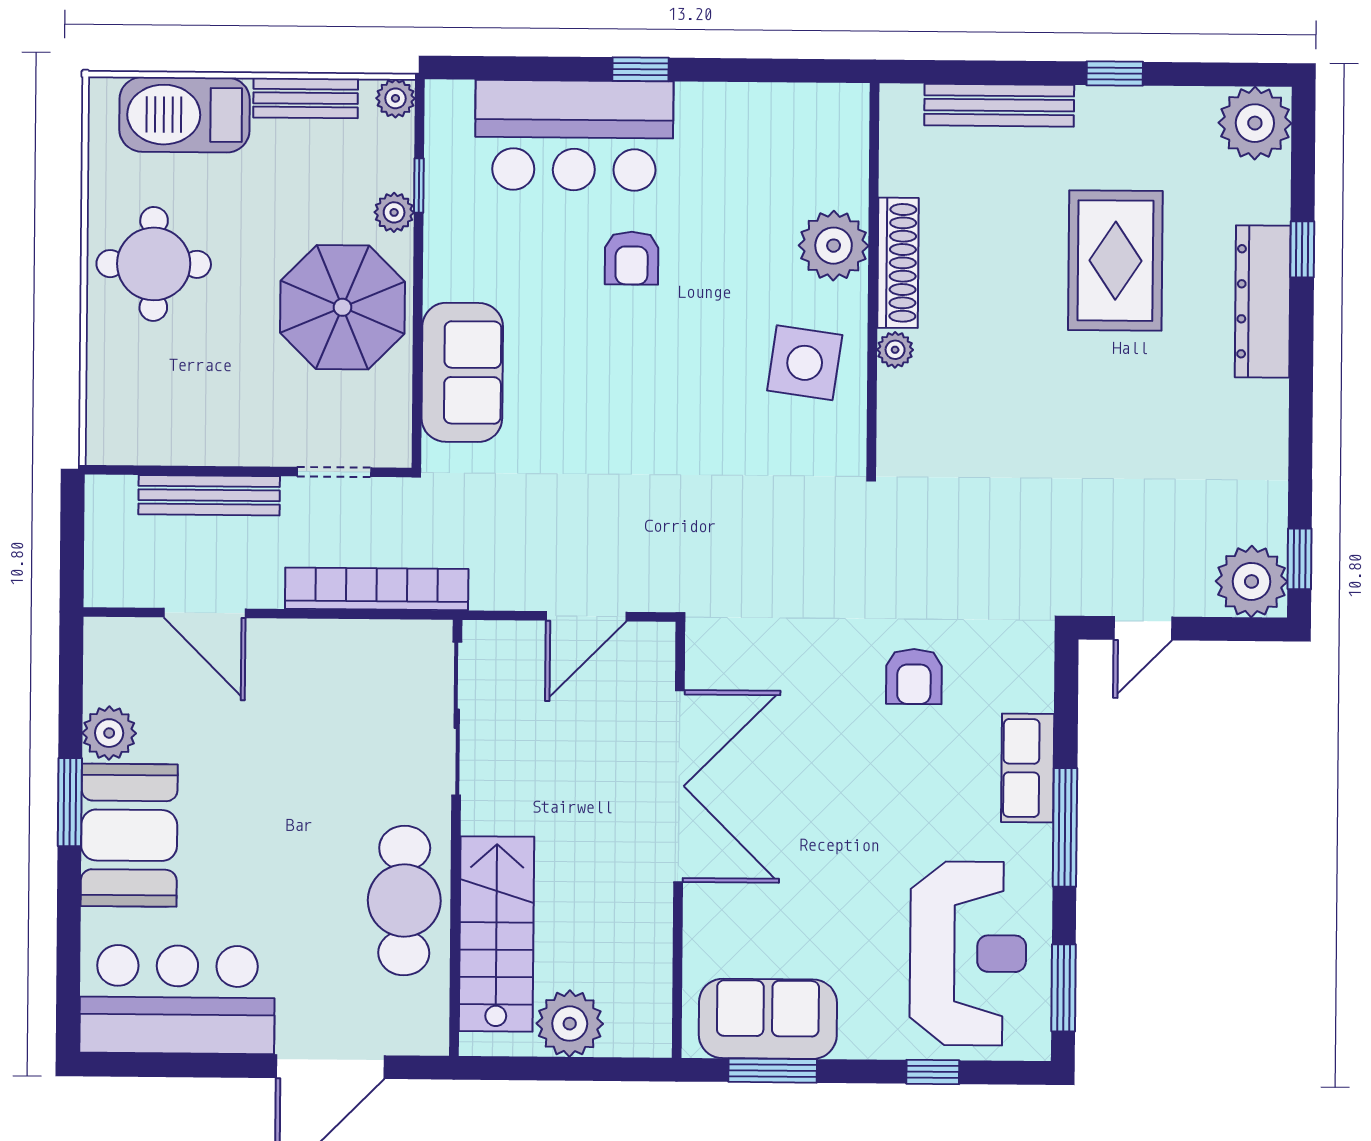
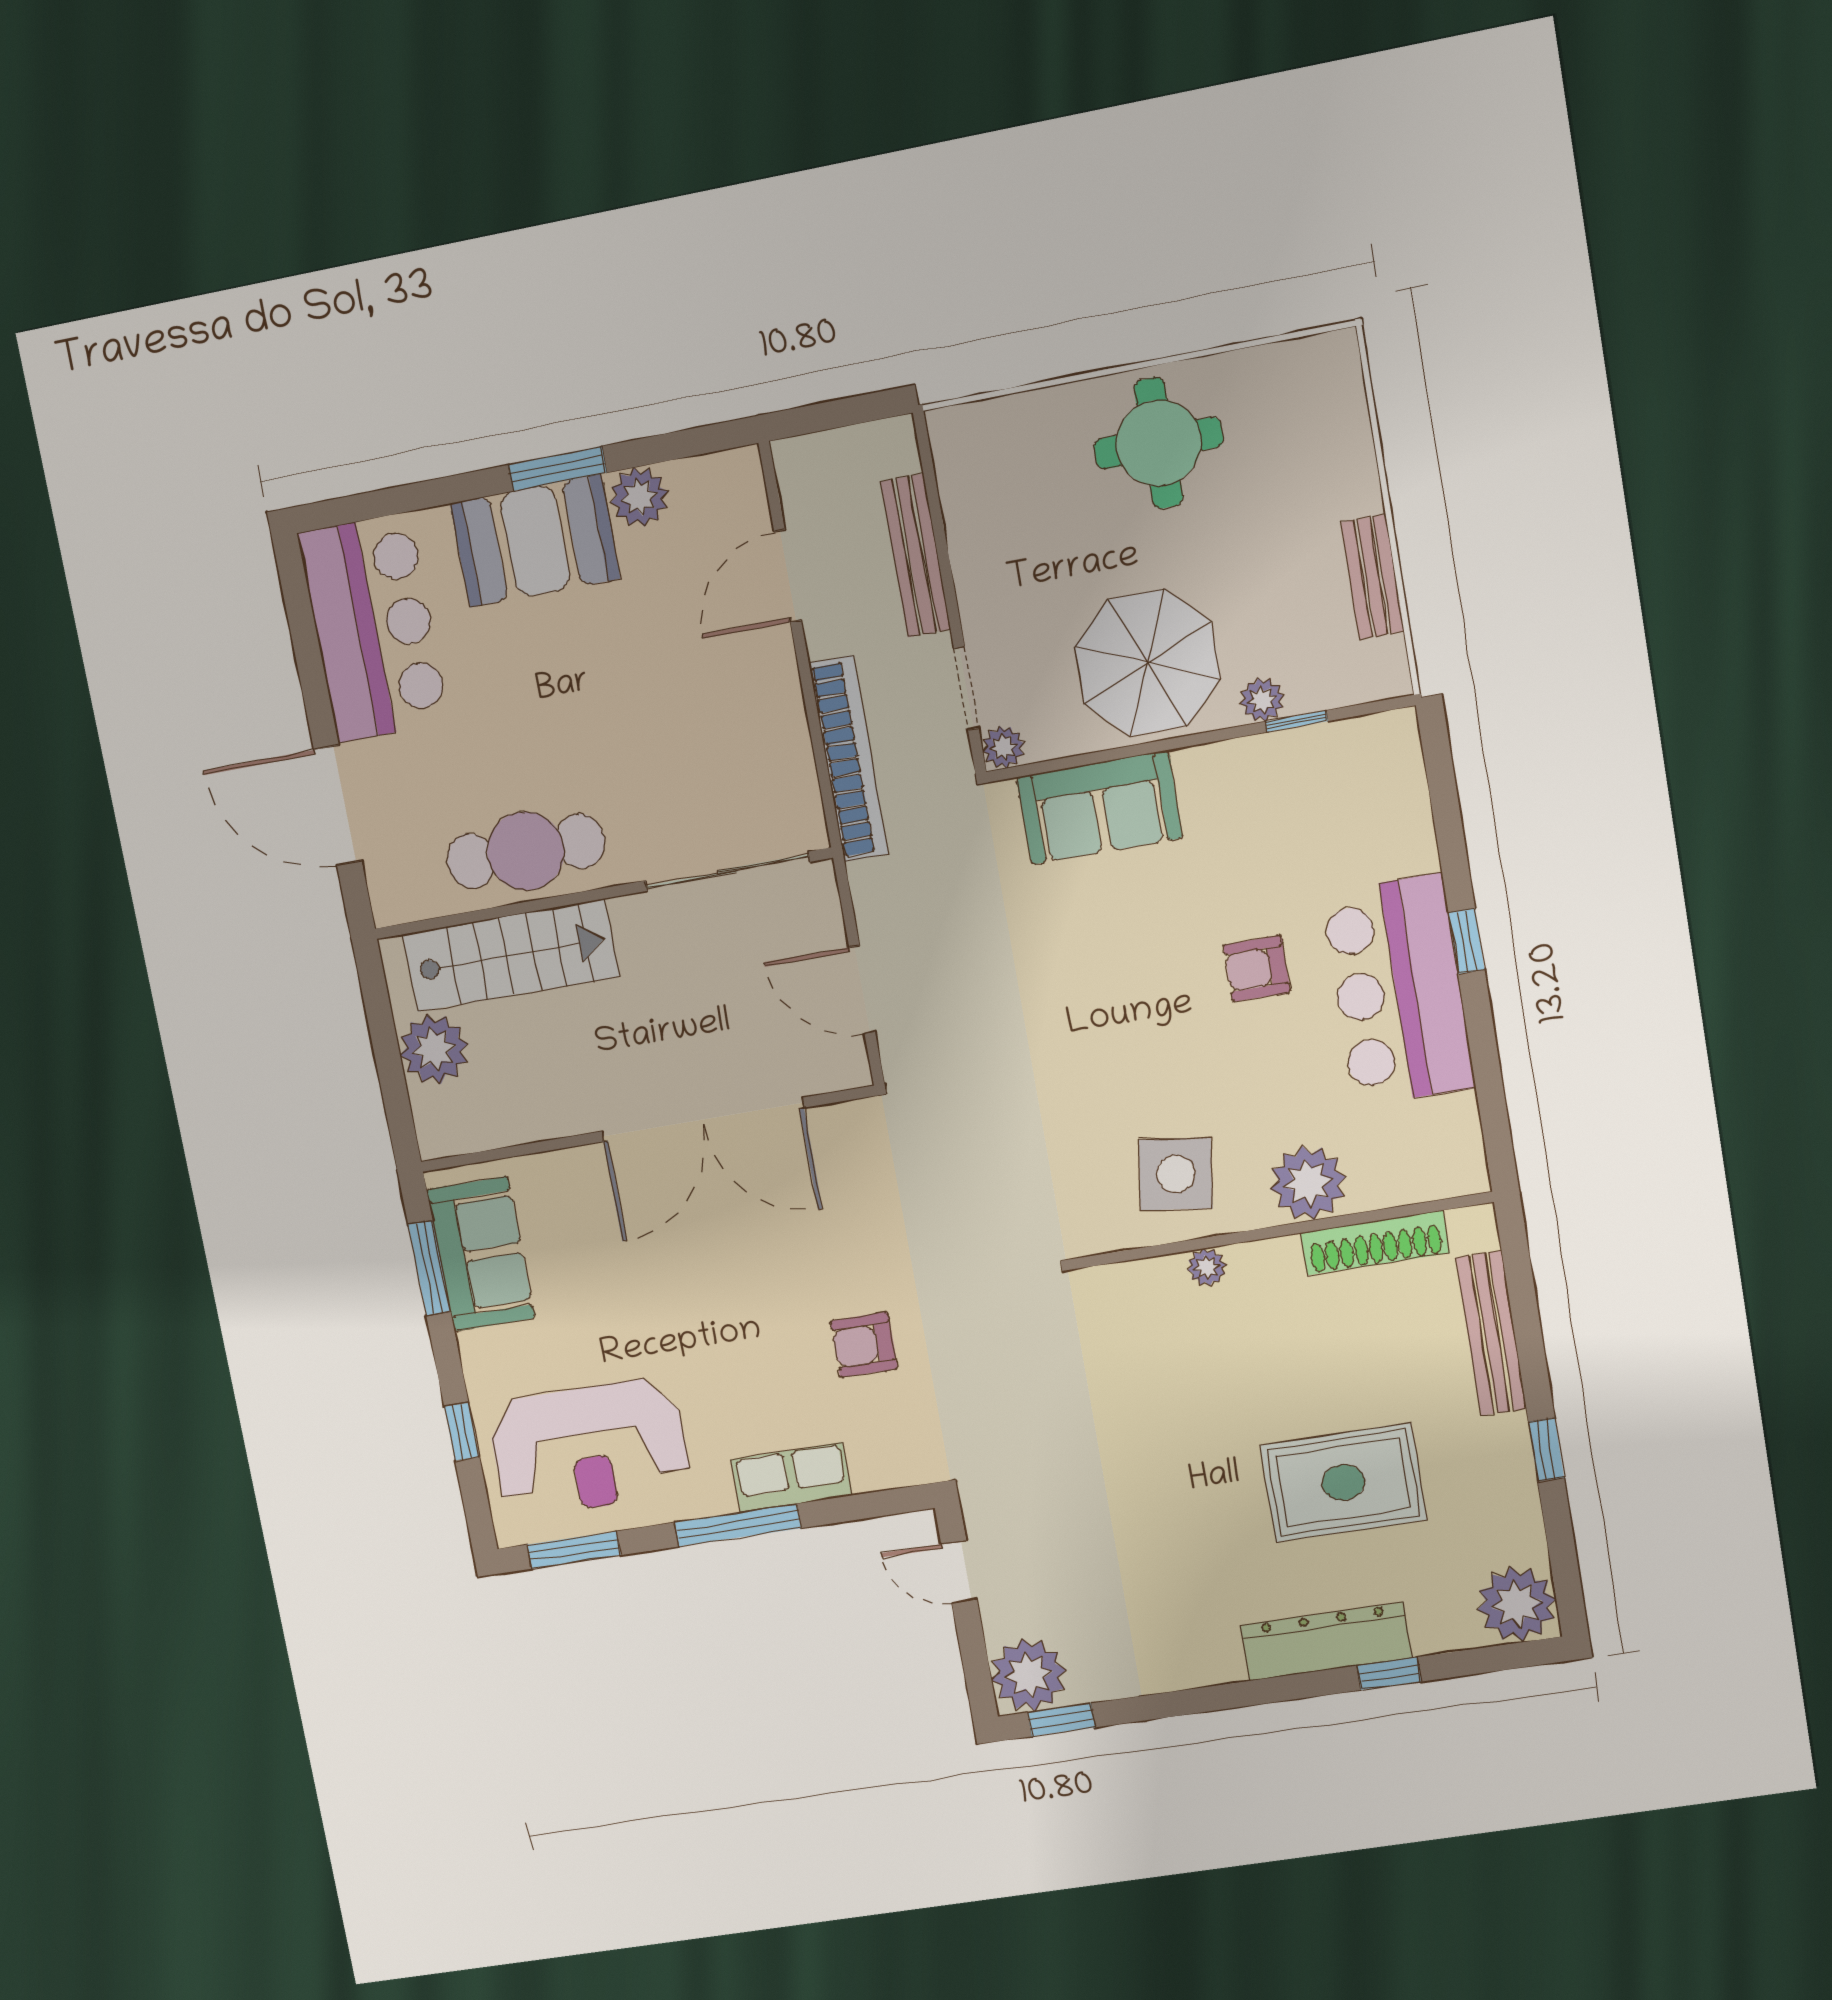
plant: (395, 98) -> (1003, 747), moved
barbecue: (185, 115) -> (1331, 444), removed
bar counter: (574, 135) -> (1398, 991), moved
shoe rack: (898, 263) -> (1375, 1243), moved

